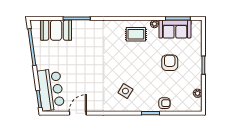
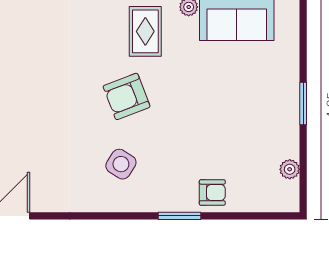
rug: (136, 34) -> (145, 31), turned 90
armchair: (170, 63) -> (127, 96), moved, turned -111

